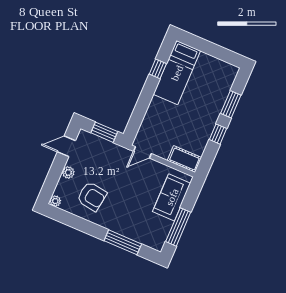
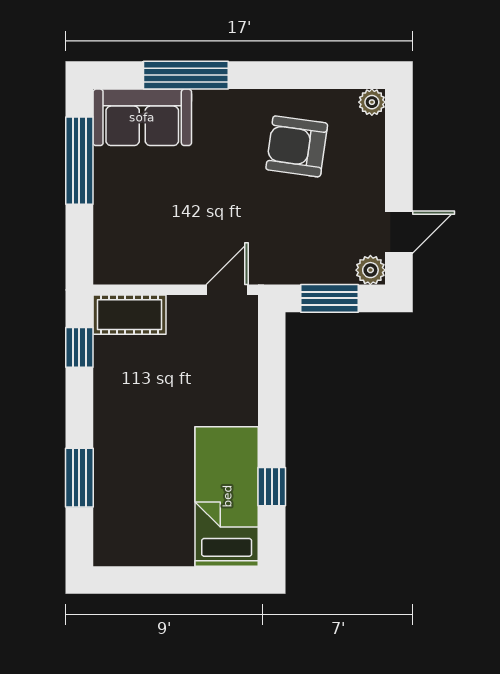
window: (218, 134) -> (79, 347), moved
plant: (68, 172) -> (370, 270), moved
sofa: (172, 197) -> (142, 117), moved, turned 90

